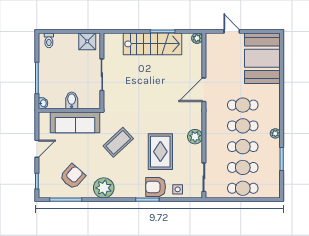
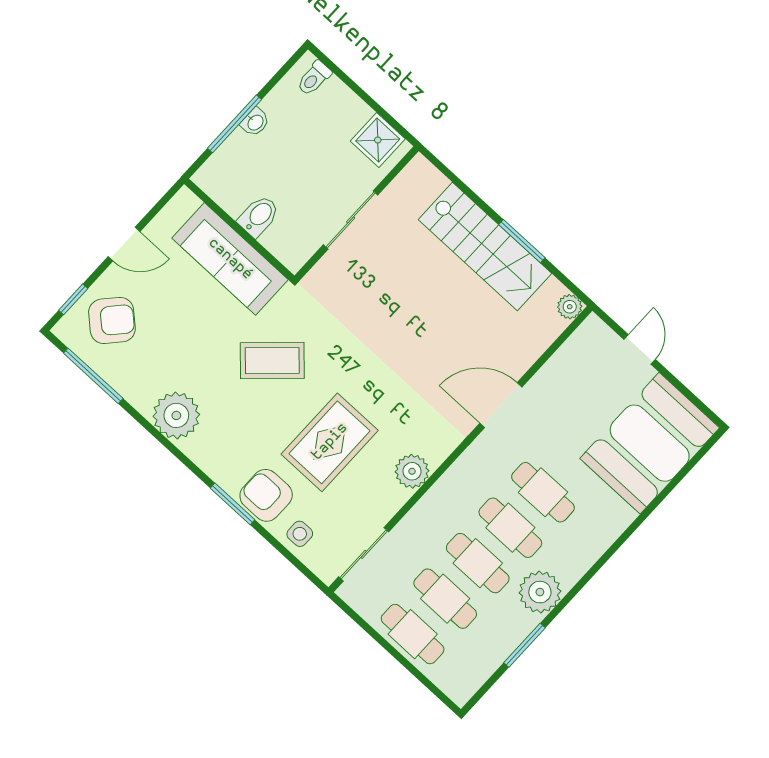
washbasin: (43, 103) -> (255, 122), moved
plant: (275, 133) -> (540, 592), width x1.88, depth x1.88
armchair: (73, 176) -> (112, 320), moved

